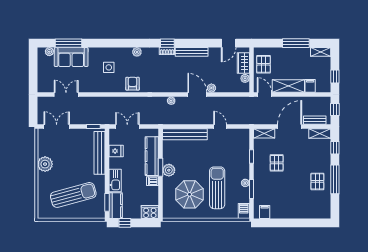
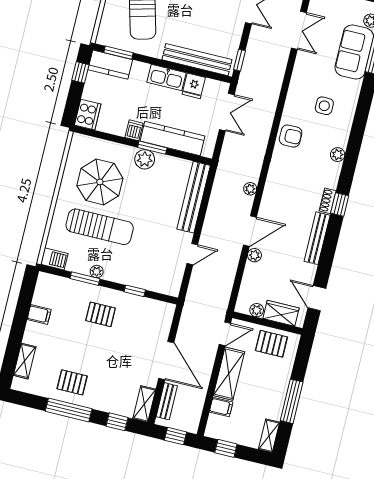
shelving: (264, 133) -> (25, 361), moved
pallet: (277, 163) -> (101, 314), moved
kitchen sink: (115, 180) -> (166, 78), moved
filing cabinet: (265, 212) -> (39, 314), moved

